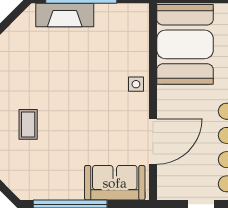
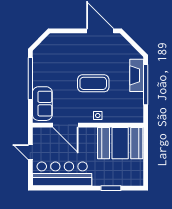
coffee table: (28, 124) -> (93, 83), moved, width x1.86, depth x1.72

